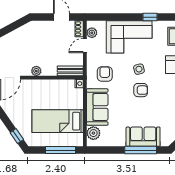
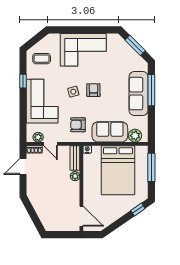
plant: (36, 71) -> (75, 176), moved
bed: (58, 121) -> (118, 170), width x1.50
sofa: (143, 137) -> (139, 94), width x1.36

